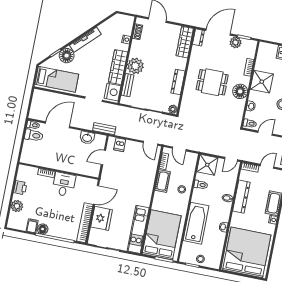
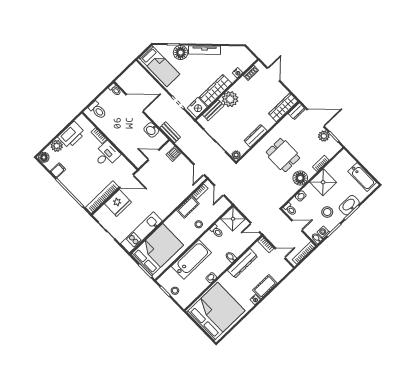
toilet: (34, 135) -> (98, 110), moved
printer: (20, 188) -> (72, 135), width x1.87, depth x1.48
floor lamp: (43, 229) -> (44, 157), moved

